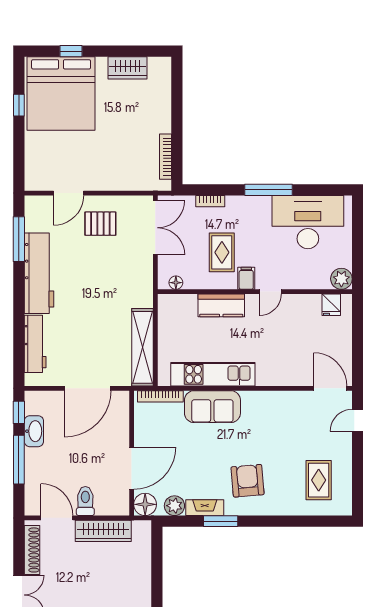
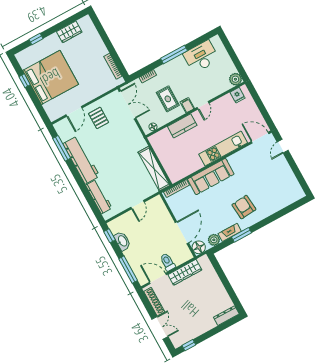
bed: (61, 93) -> (51, 77), moved, turned -90
desk: (308, 222) -> (201, 57), width x0.73, depth x0.77
pallet: (100, 224) -> (99, 118), turned 90
kitchen unit: (213, 374) -> (223, 149), moved
door: (88, 388) -> (138, 205), width x0.53
sofa: (212, 407) -> (211, 177), width x1.36
window: (19, 460) -> (128, 270), moved
rug: (319, 480) -> (280, 187), removed

